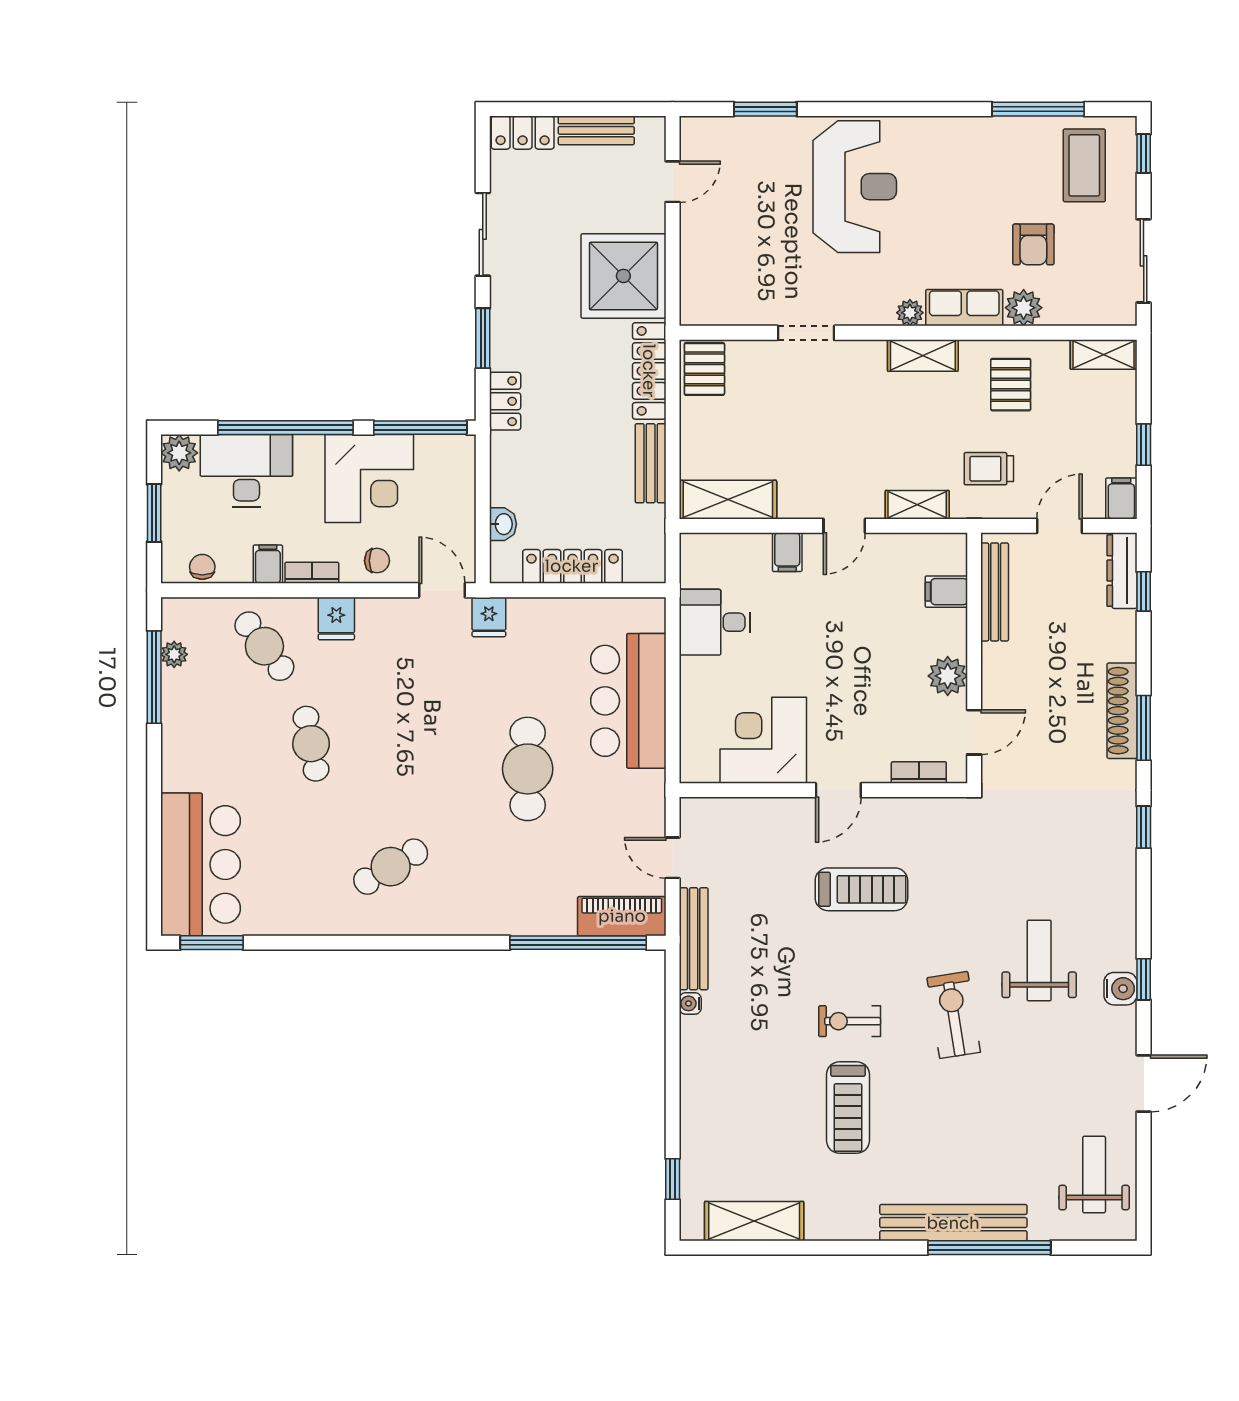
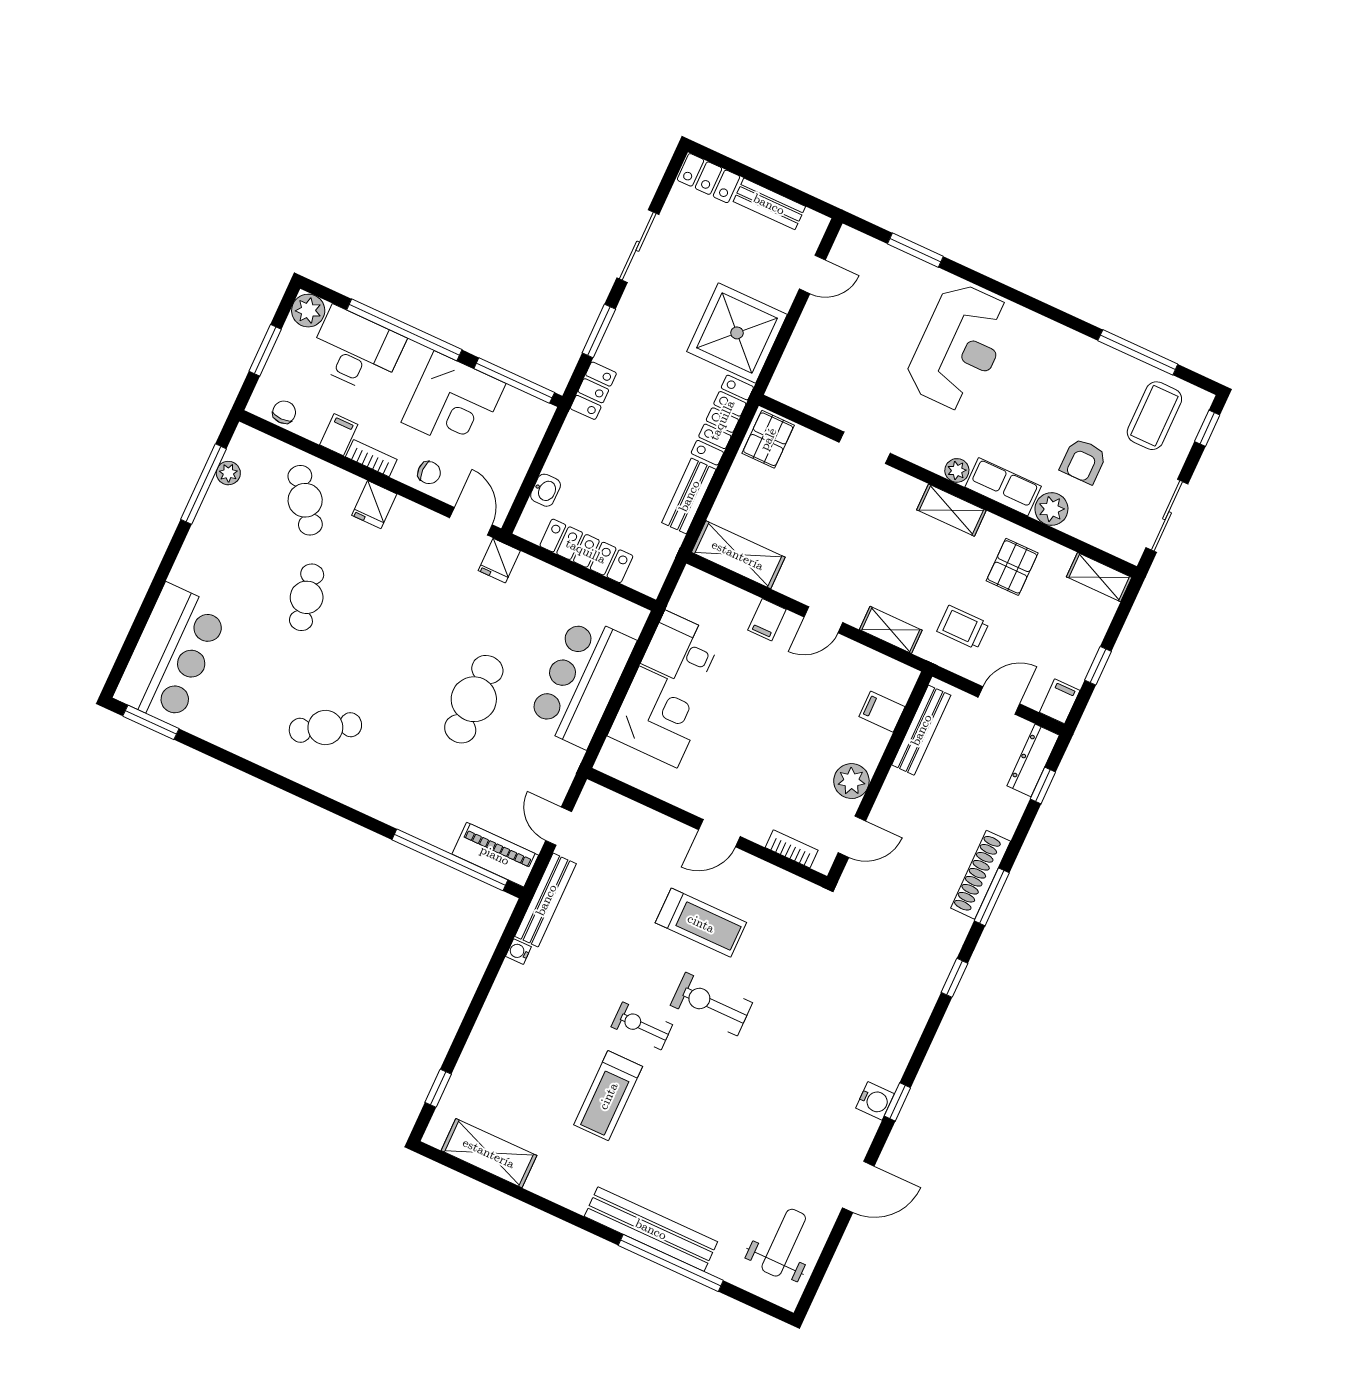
corner desk: (763, 740) -> (658, 717), moved, turned 90
weight bench: (1039, 961) -> (819, 1047), removed
exercise bike: (954, 1015) -> (711, 1004), moved, turned -81

